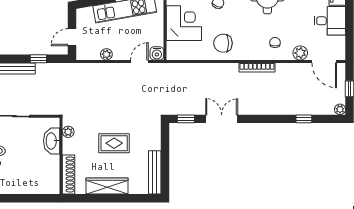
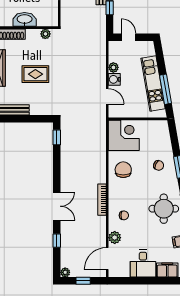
corner desk: (184, 23) -> (124, 135), moved, turned -90
water cooler: (157, 53) -> (114, 79), moved
double door: (222, 119) -> (57, 206), moved
washbasin: (52, 141) -> (25, 19), moved
rug: (114, 143) -> (35, 74), turned 90

